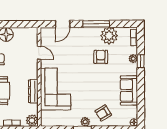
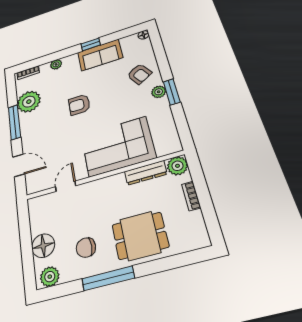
armchair: (101, 57) -> (79, 105), moved
window: (141, 61) -> (91, 44), moved
dresser: (33, 91) -> (146, 173), moved

